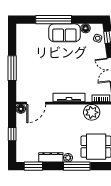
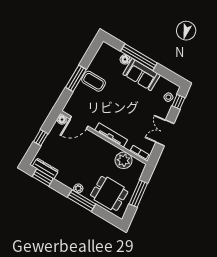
floor lamp: (86, 28) -> (125, 59), moved
coffee table: (28, 62) -> (94, 81), added
dresser: (51, 157) -> (45, 168), moved

